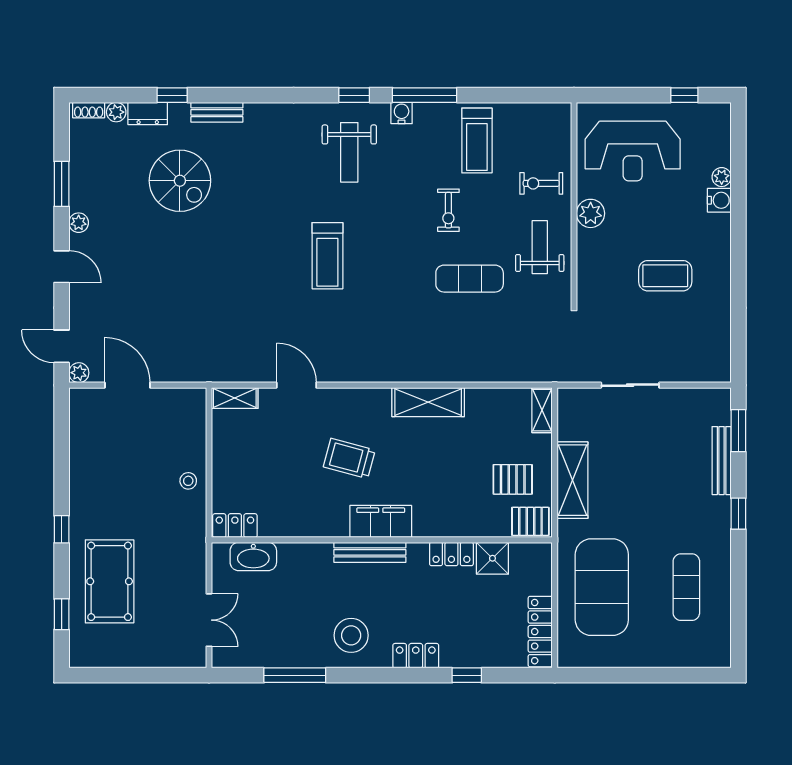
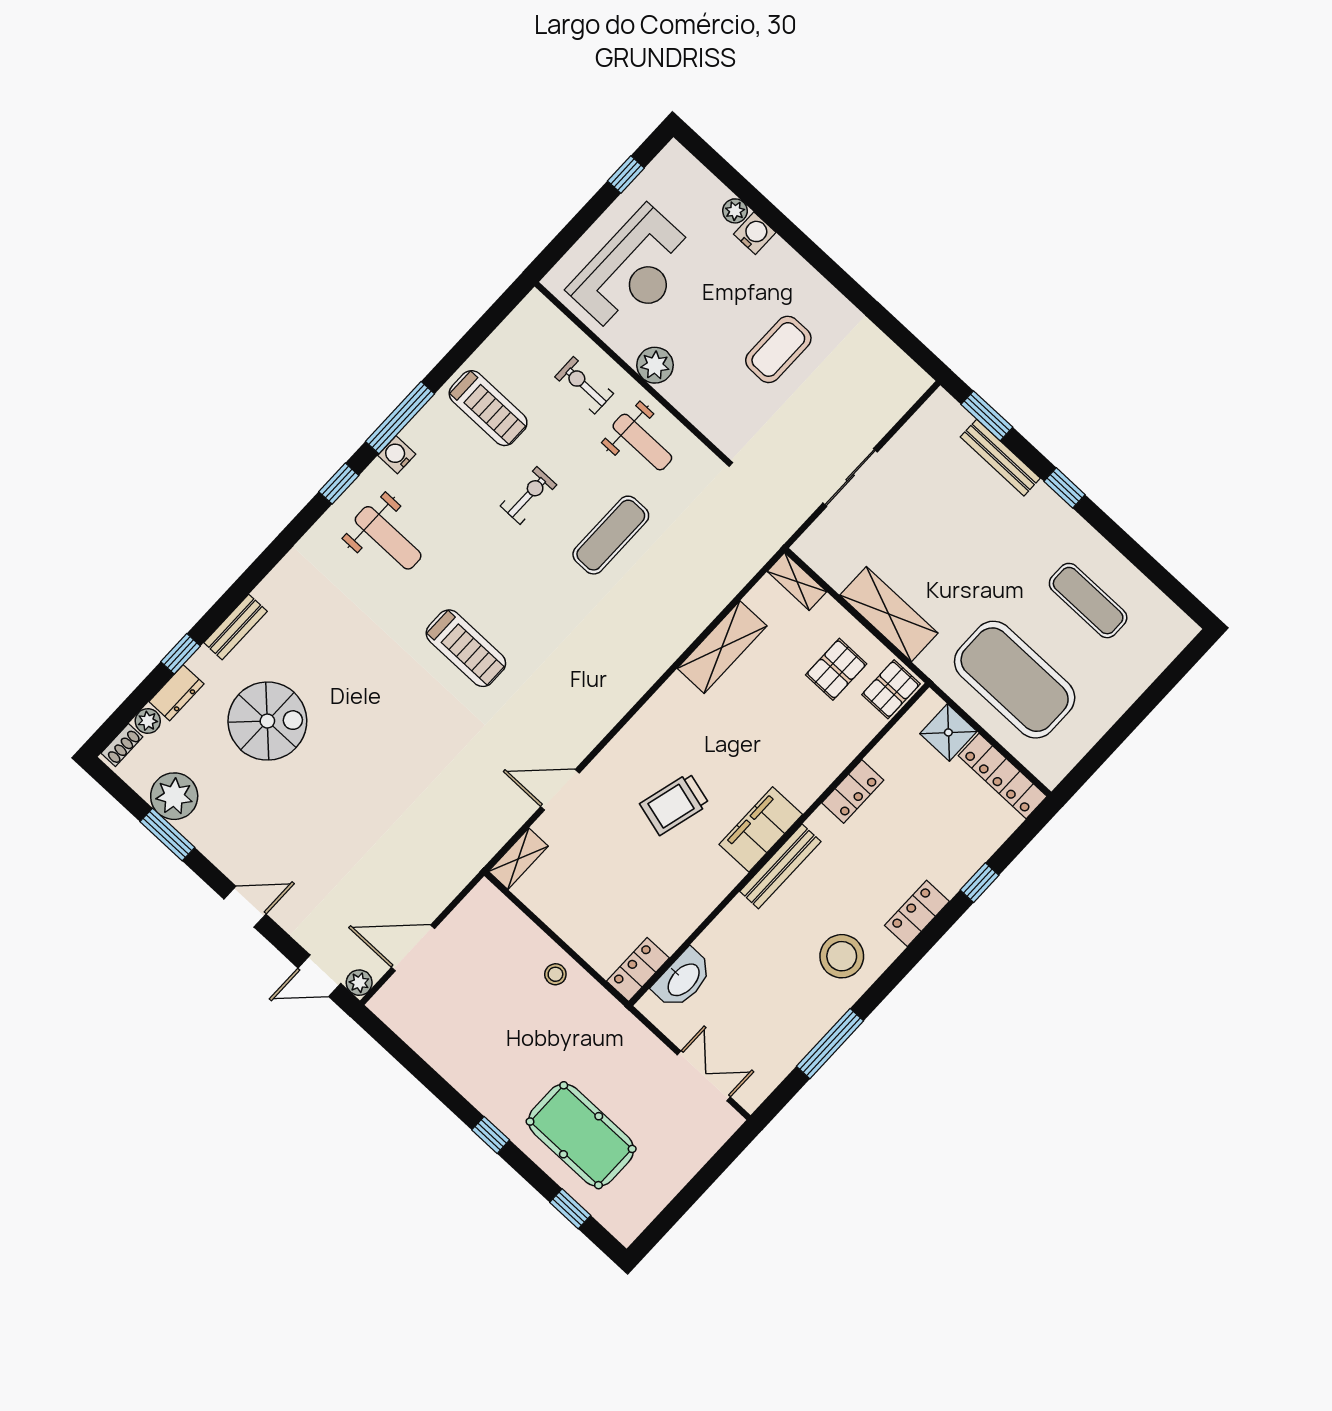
exercise bike: (541, 183) -> (584, 385), turned 90
exercise bike: (448, 210) -> (528, 495), turned -90
plant: (79, 223) -> (174, 796), moved, width x1.88, depth x1.88
weight bench: (540, 247) -> (642, 442), turned 180
shelving: (428, 402) -> (722, 647), moved
shower: (492, 558) -> (948, 732), moved

